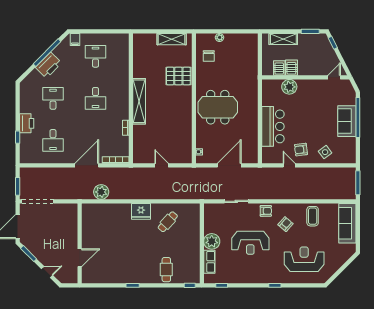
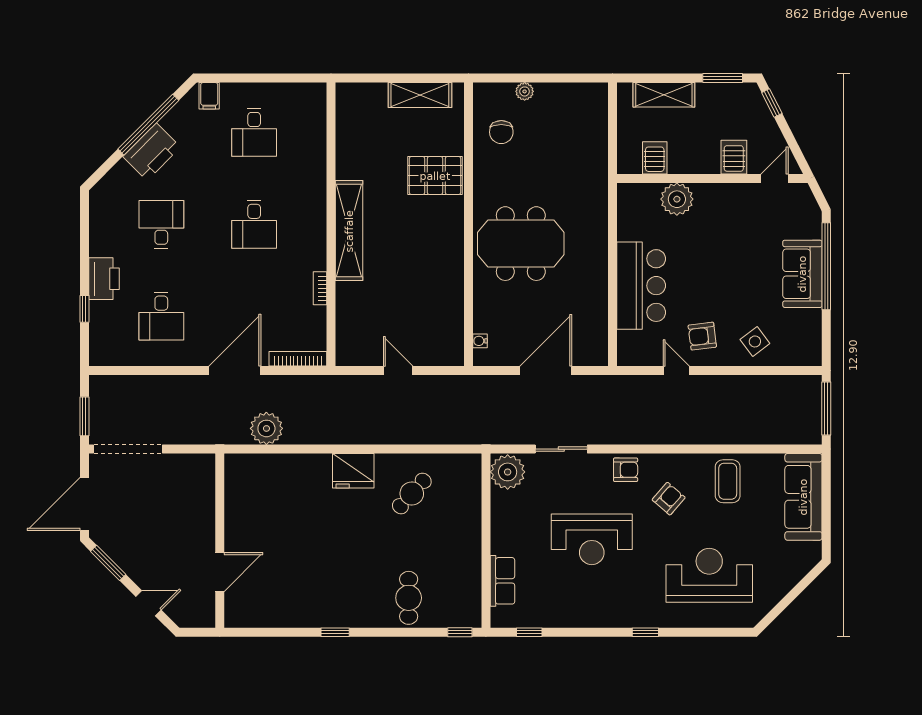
desk: (96, 56) -> (254, 132), turned 180
server rack: (291, 68) -> (734, 157), moved
plant: (212, 241) -> (508, 472), moved

